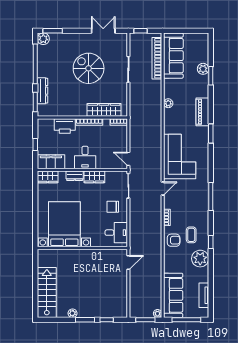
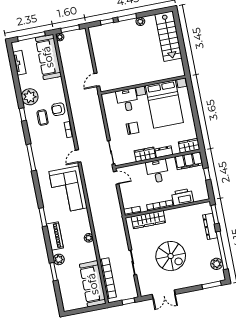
plant: (43, 39) -> (217, 264), moved
plant: (203, 69) -> (59, 259), moved
chair: (113, 207) -> (133, 128), moved
desk: (116, 233) -> (127, 100), moved, turned 90

